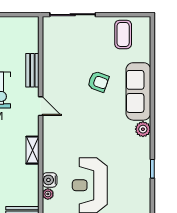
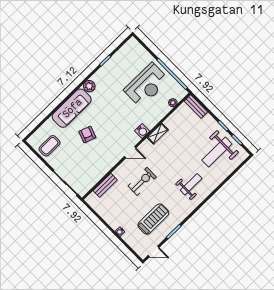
bench: (32, 70) -> (105, 185), moved
door: (41, 106) -> (130, 152), swing flipped
water cooler: (50, 180) -> (142, 131), moved

